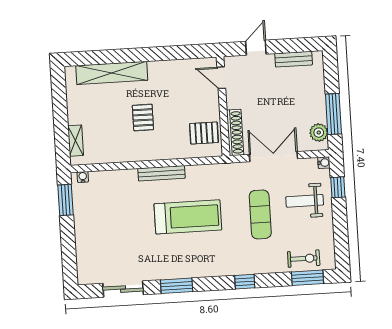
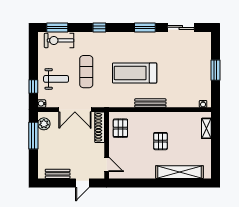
pallet: (204, 133) -> (120, 128), turned 90
window: (65, 200) -> (215, 70), moved
exercise bike: (304, 259) -> (59, 40), width x1.38, depth x1.39

